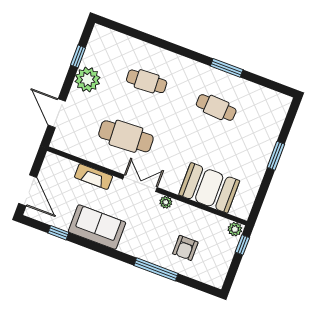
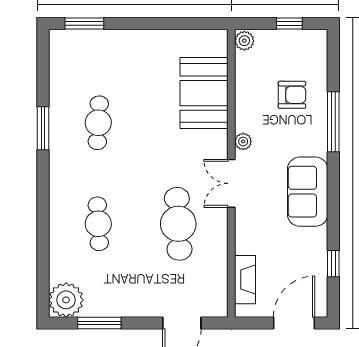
window: (78, 56) -> (99, 323), width x1.50
plant: (88, 79) -> (66, 300), moved
window: (276, 156) -> (84, 24), moved
fireplace: (94, 177) -> (245, 280), moved
sofa: (97, 227) -> (308, 192), moved
window: (242, 245) -> (289, 24), moved

